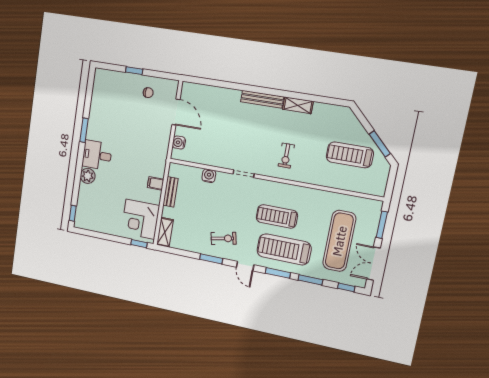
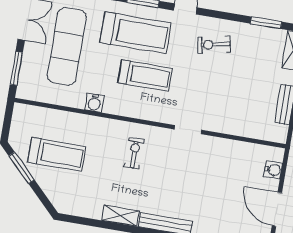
water cooler: (209, 176) -> (94, 103), moved
window: (211, 259) -> (266, 23), moved

